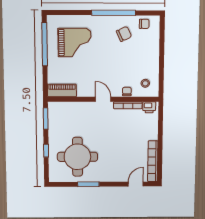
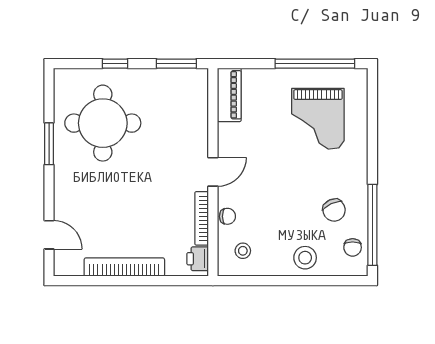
window: (114, 13) -> (372, 225), moved
stool: (149, 50) -> (305, 258), added
bookcase: (153, 161) -> (124, 267), moved

